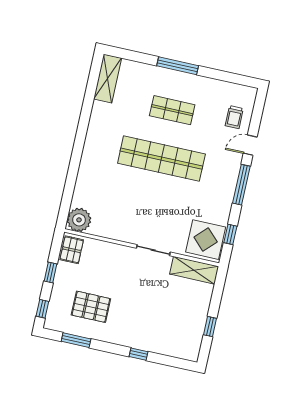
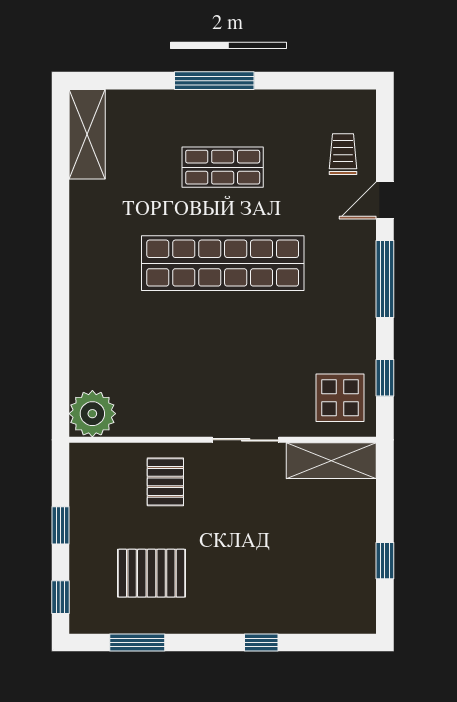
trolley: (234, 117) -> (343, 154), turned 180
display table: (206, 240) -> (340, 398), width x0.73, depth x0.73
pallet: (72, 250) -> (165, 482), moved

